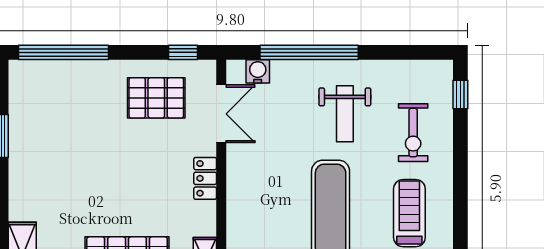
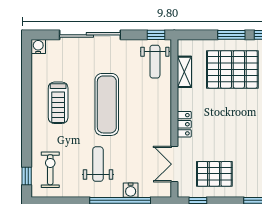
water cooler: (258, 71) -> (131, 190), moved
exercise bike: (413, 133) -> (50, 170), moved

